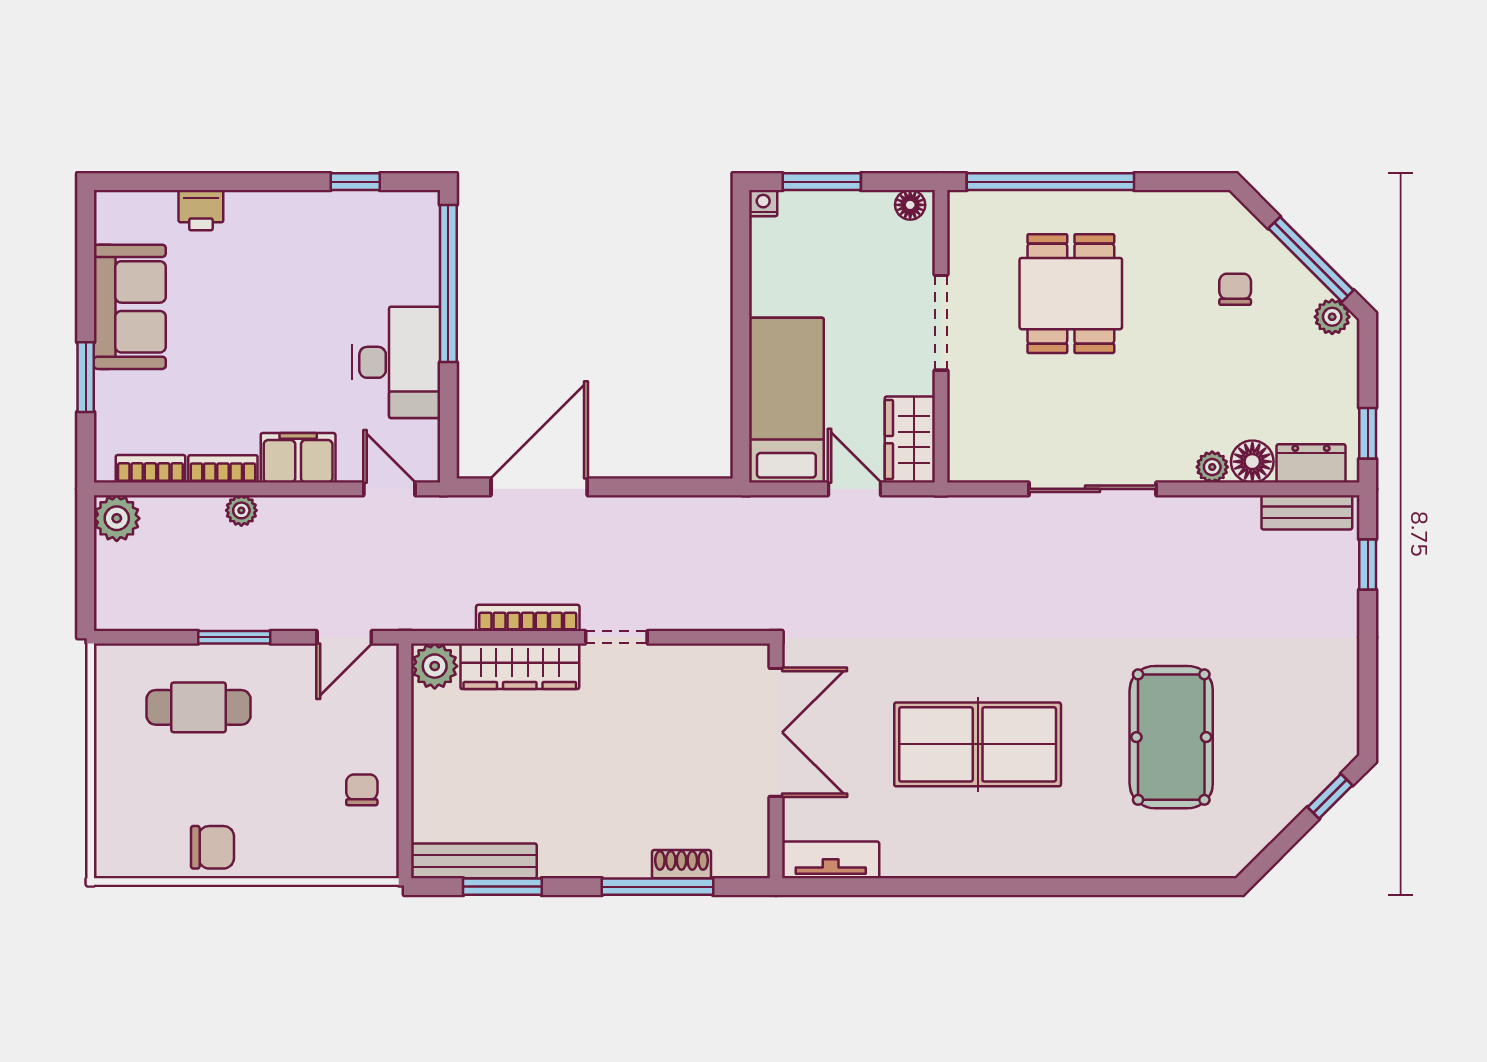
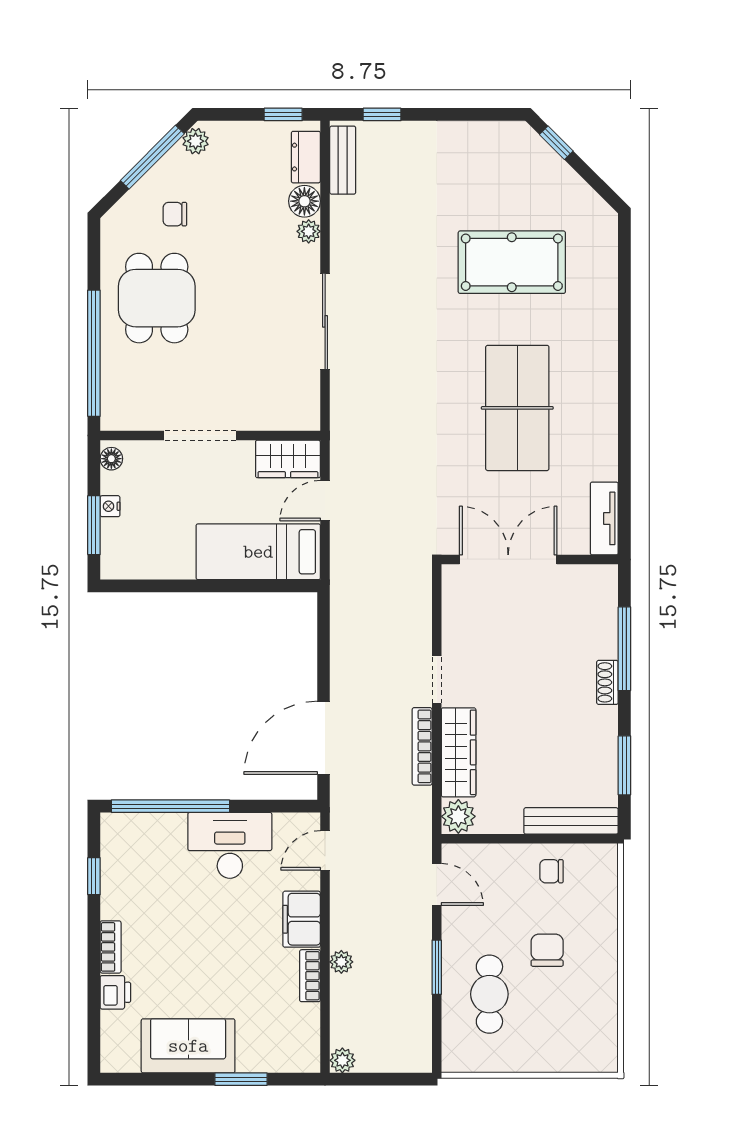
nightstand: (763, 203) -> (110, 506), moved
dining table: (1071, 294) -> (157, 298), moved, turned 90
bookcase: (150, 469) -> (111, 947), moved, turned 180
door: (539, 487) -> (323, 738), hinge flipped
plant: (117, 518) -> (342, 1060), width x0.73, depth x0.73
chair: (212, 847) -> (547, 950), moved
bench: (474, 861) -> (571, 821), moved, turned 90
shoe rack: (682, 864) -> (607, 682), moved

